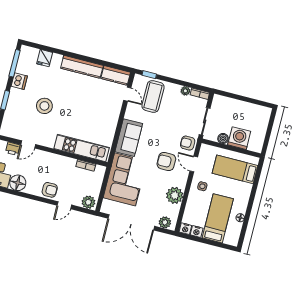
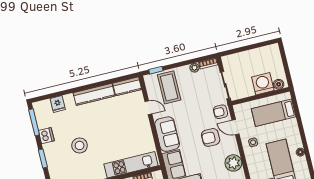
door: (127, 94) -> (148, 108), moved
boiler: (223, 138) -> (279, 84), moved

